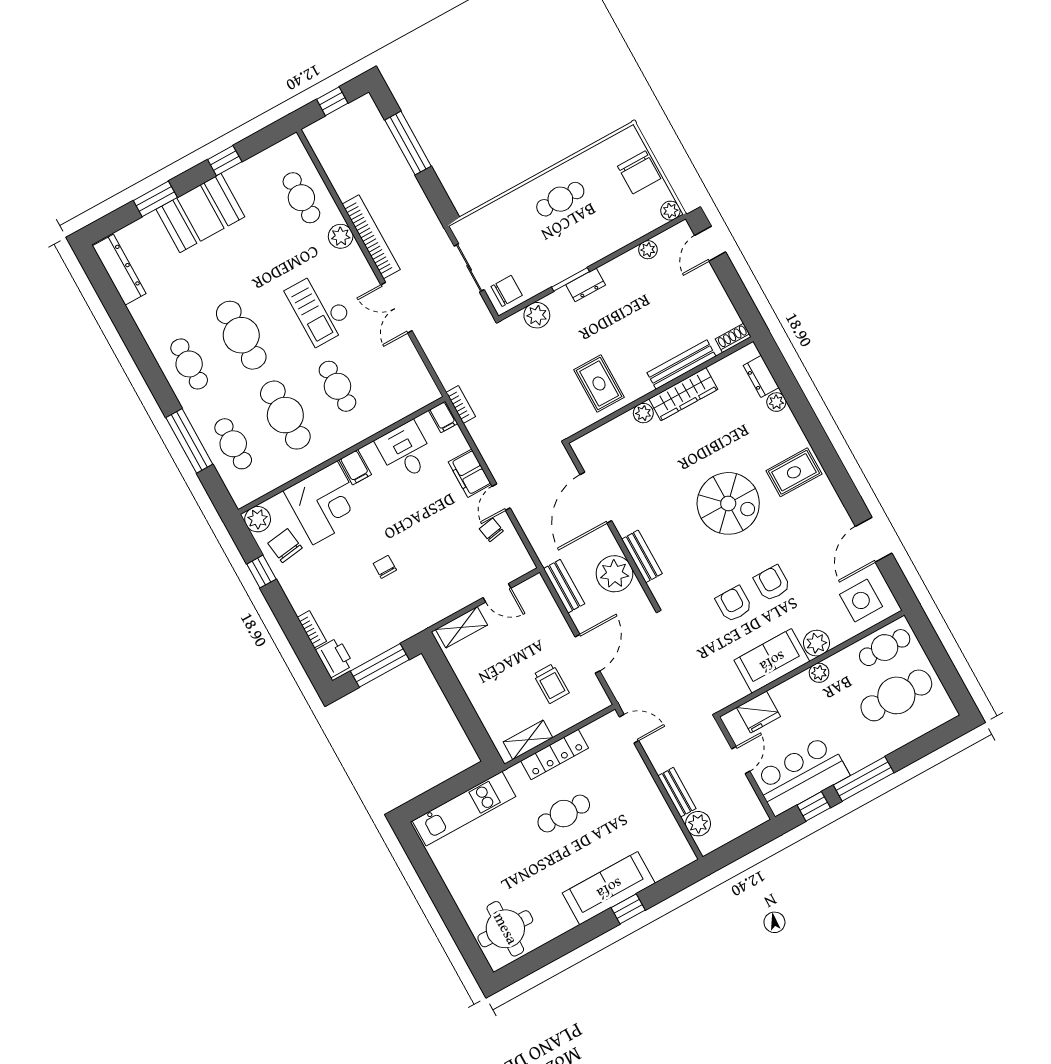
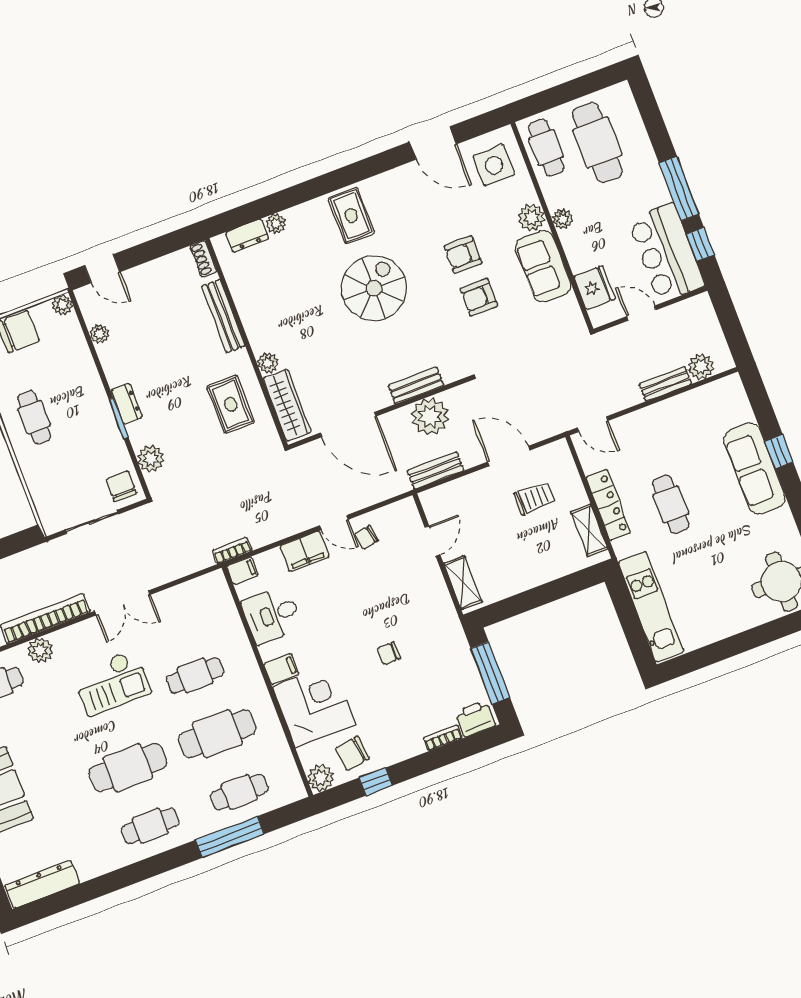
rug: (599, 384) -> (231, 404), turned 90
wardrobe: (683, 394) -> (287, 405), moved
door: (629, 729) -> (593, 424), swing flipped

